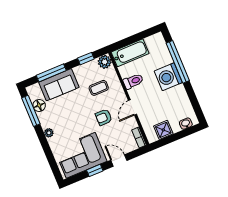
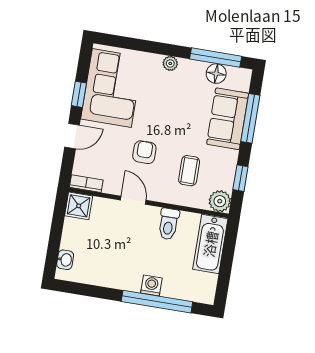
washing machine: (168, 77) -> (151, 285), width x0.53, depth x0.53
shower: (163, 130) -> (79, 206), moved

